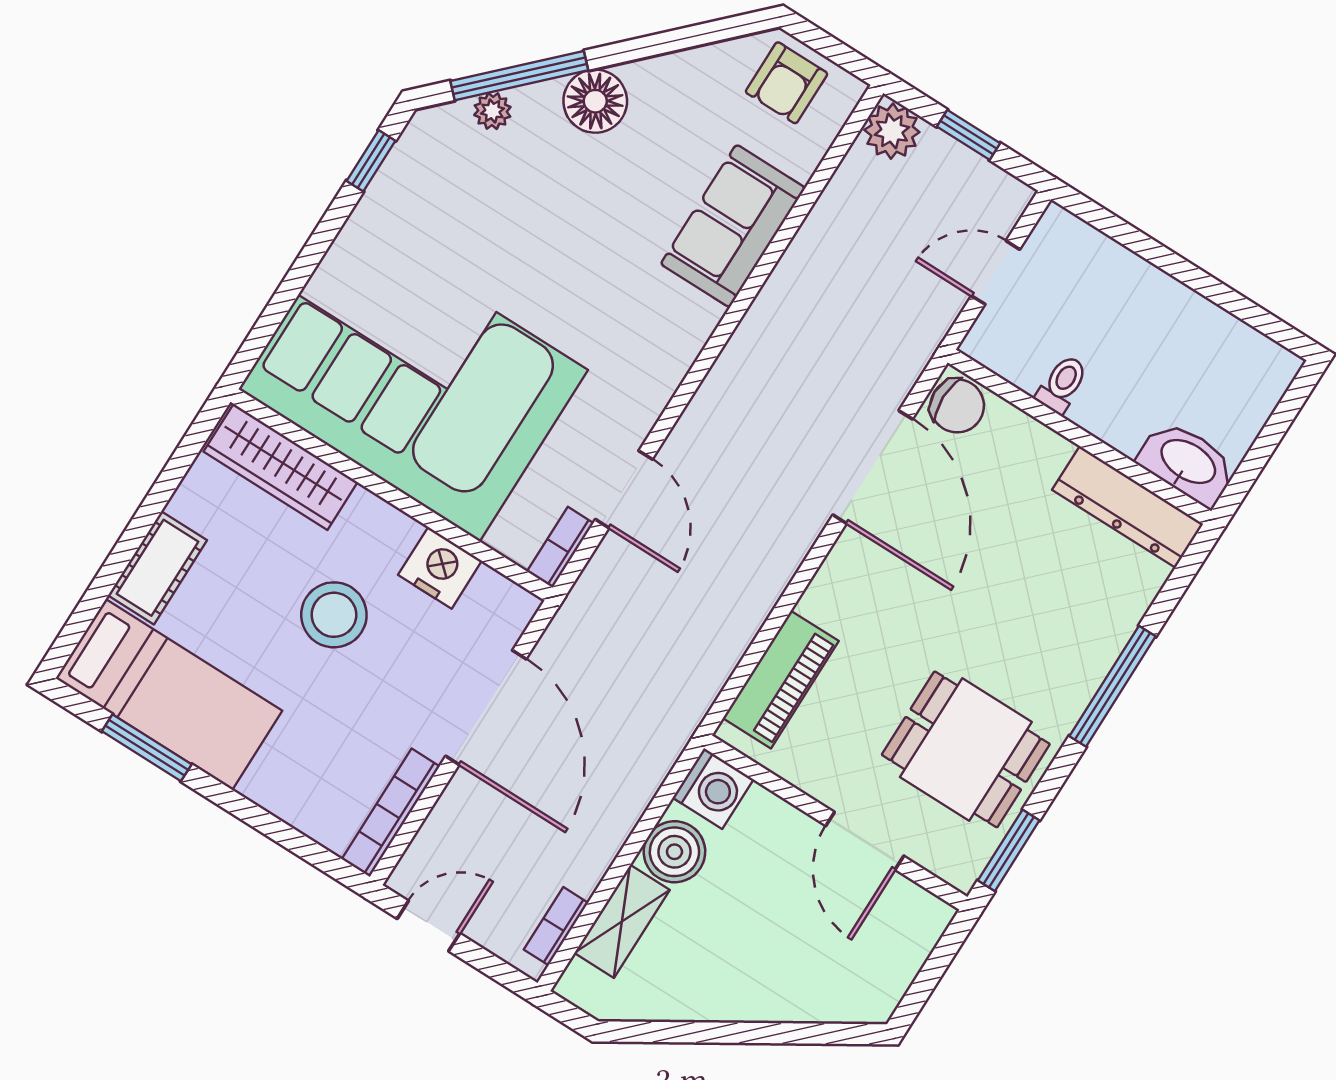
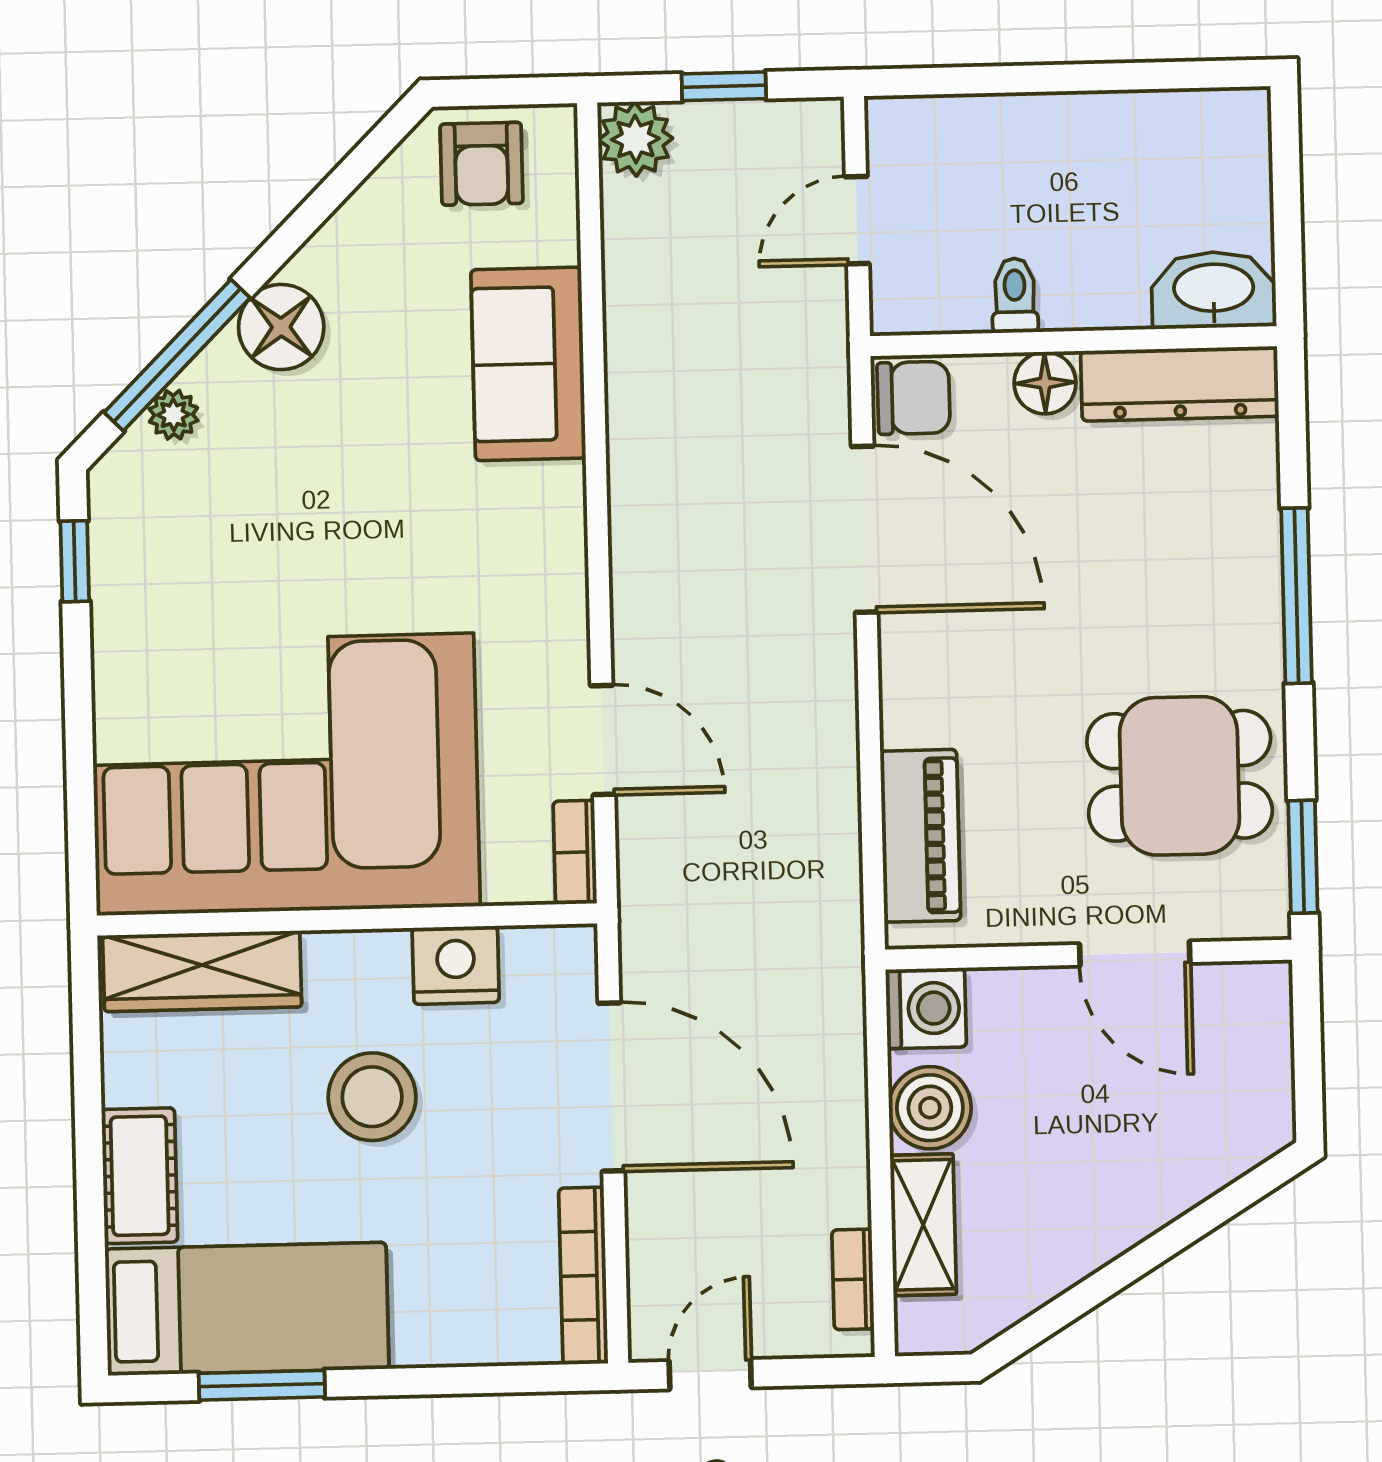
floor lamp: (1045, 451) -> (1045, 383), added

